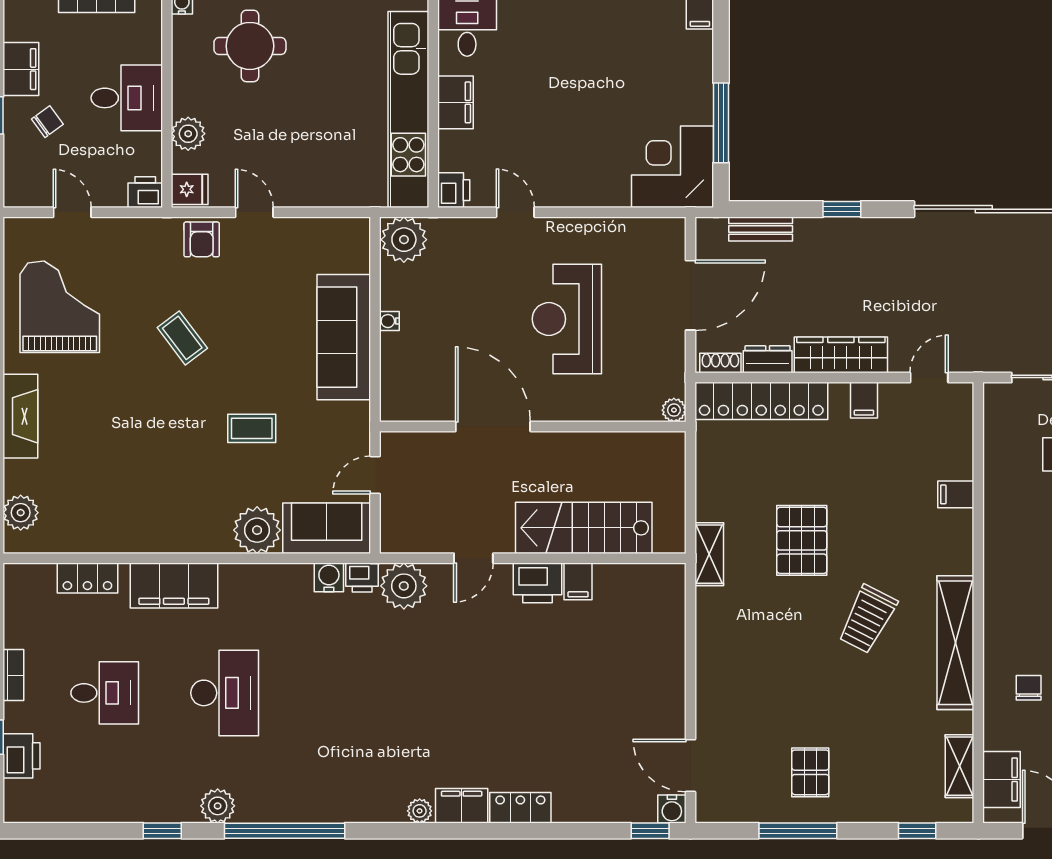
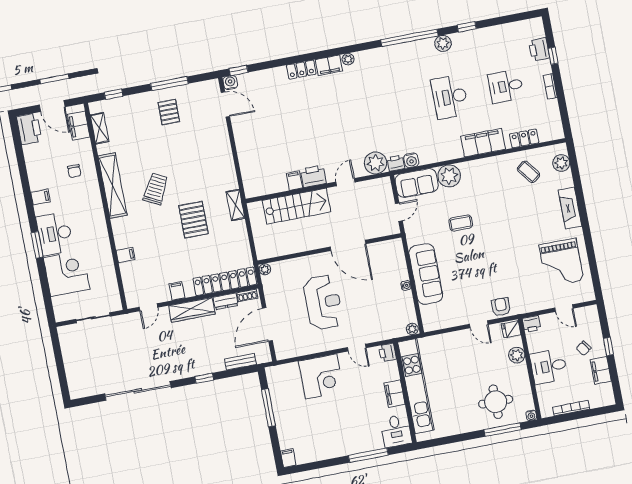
corner desk: (673, 167) -> (321, 376), moved
plant: (404, 240) -> (412, 329), width x0.53, depth x0.53
coffee table: (182, 338) -> (529, 172), moved

